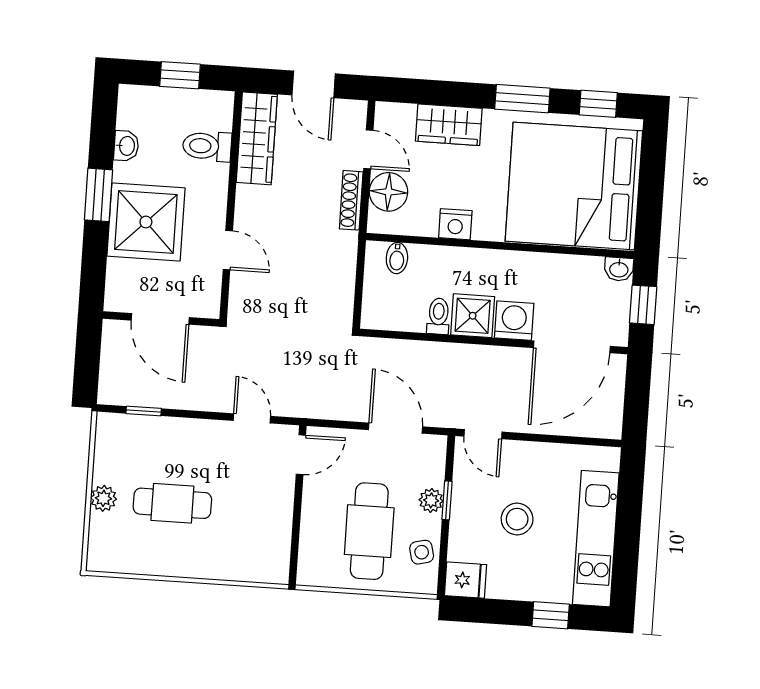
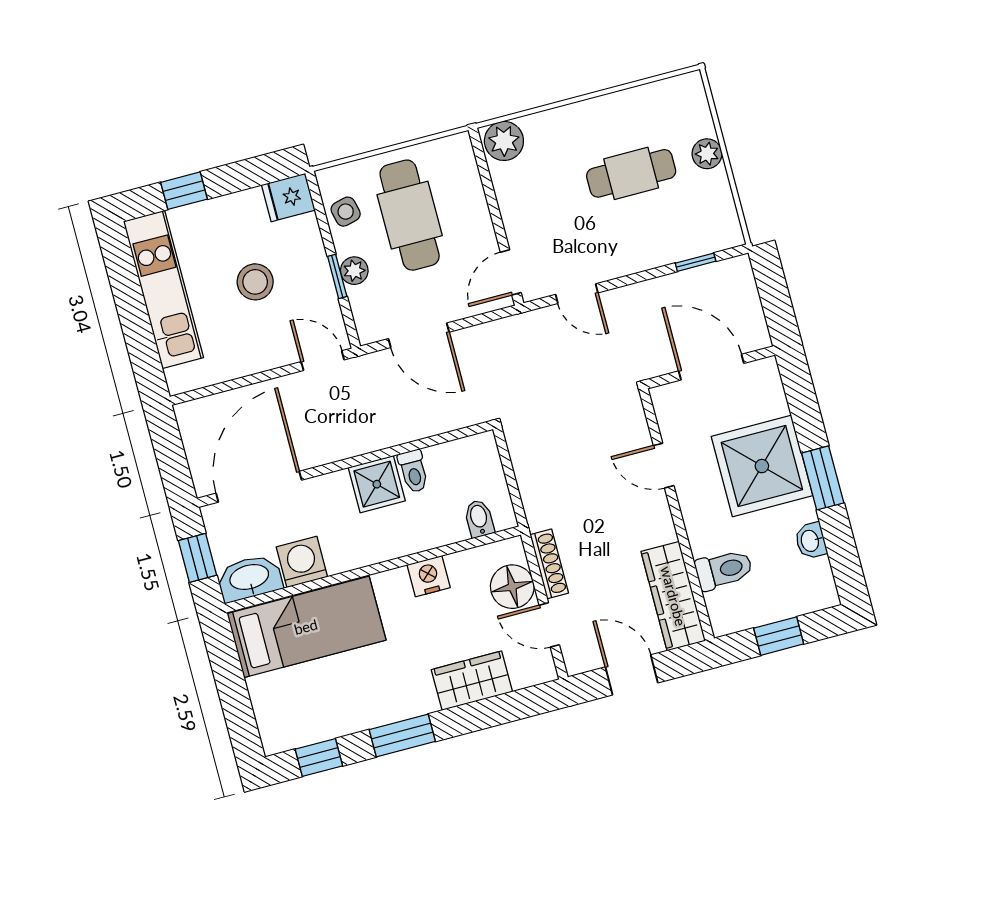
bed: (574, 186) -> (306, 627), width x0.49
washbasin: (619, 269) -> (249, 578), width x1.91, depth x1.45
washing machine: (514, 321) -> (302, 562), moved, turned 180
plant: (269, 566) -> (504, 141), added

